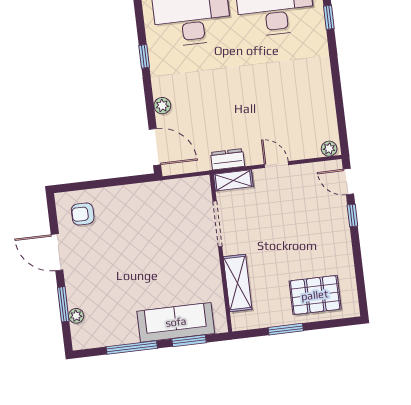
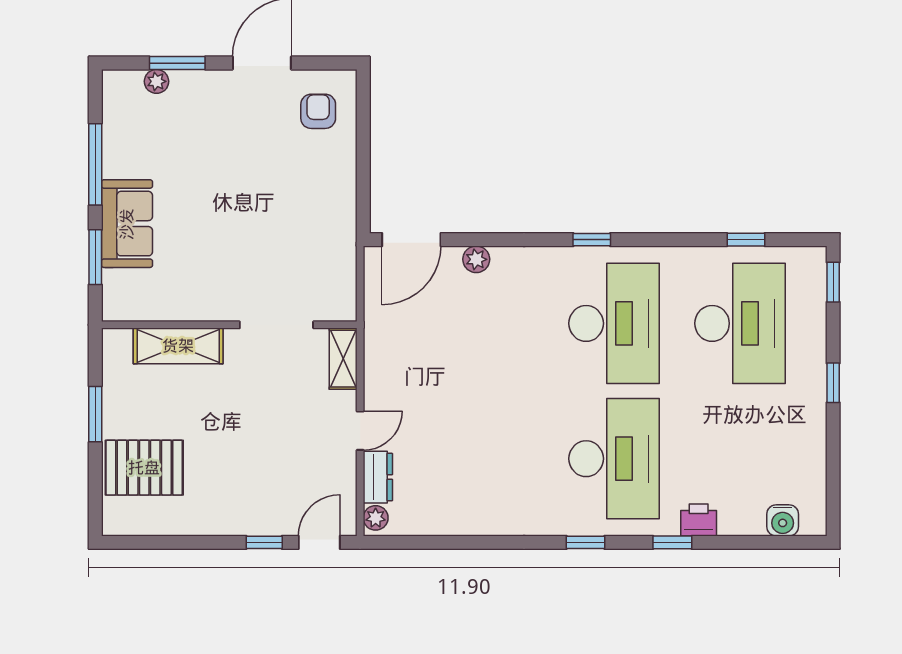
window: (144, 56) -> (592, 240), moved
dresser: (228, 159) -> (378, 477), moved
pallet: (315, 295) -> (144, 468), turned 90
sofa: (176, 322) -> (127, 224), width x0.73

